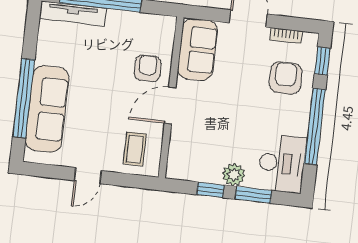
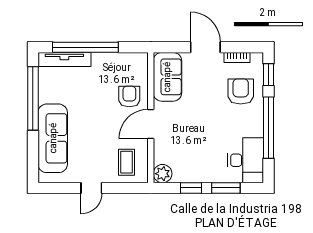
window: (24, 98) -> (33, 98), moved
plant: (234, 175) -> (163, 174), moved

